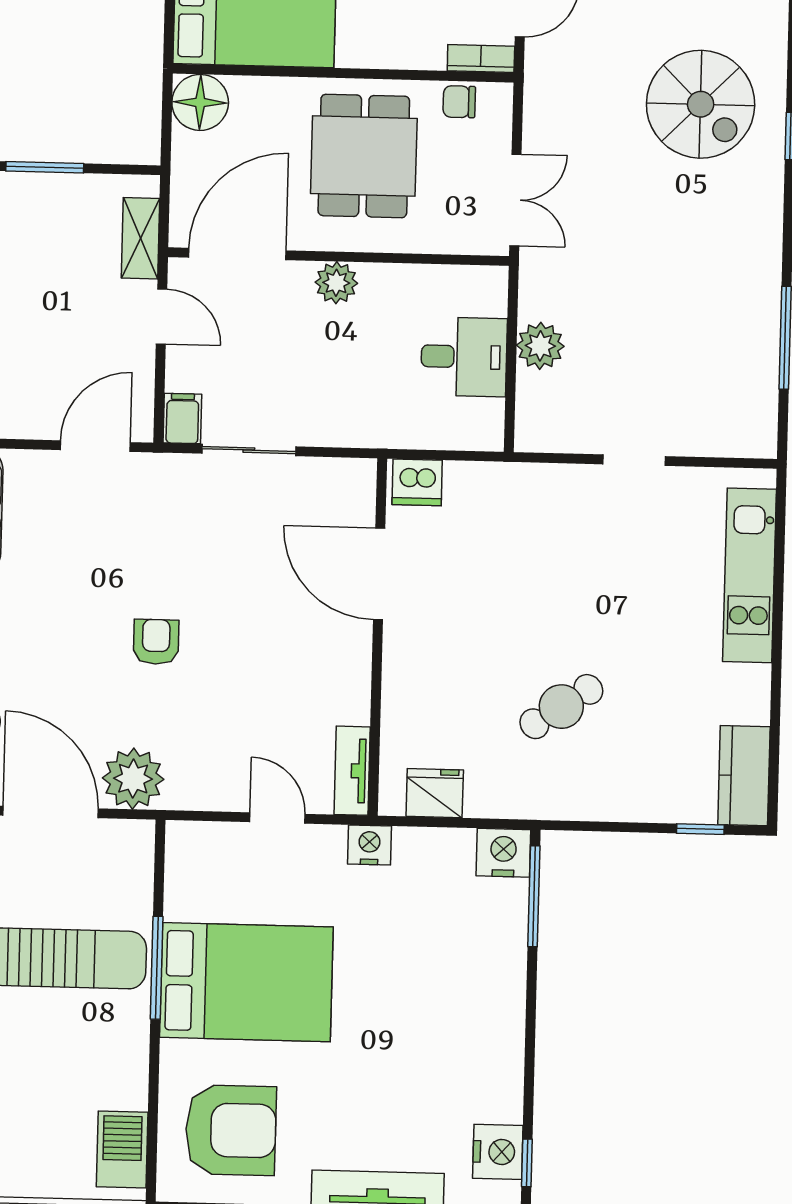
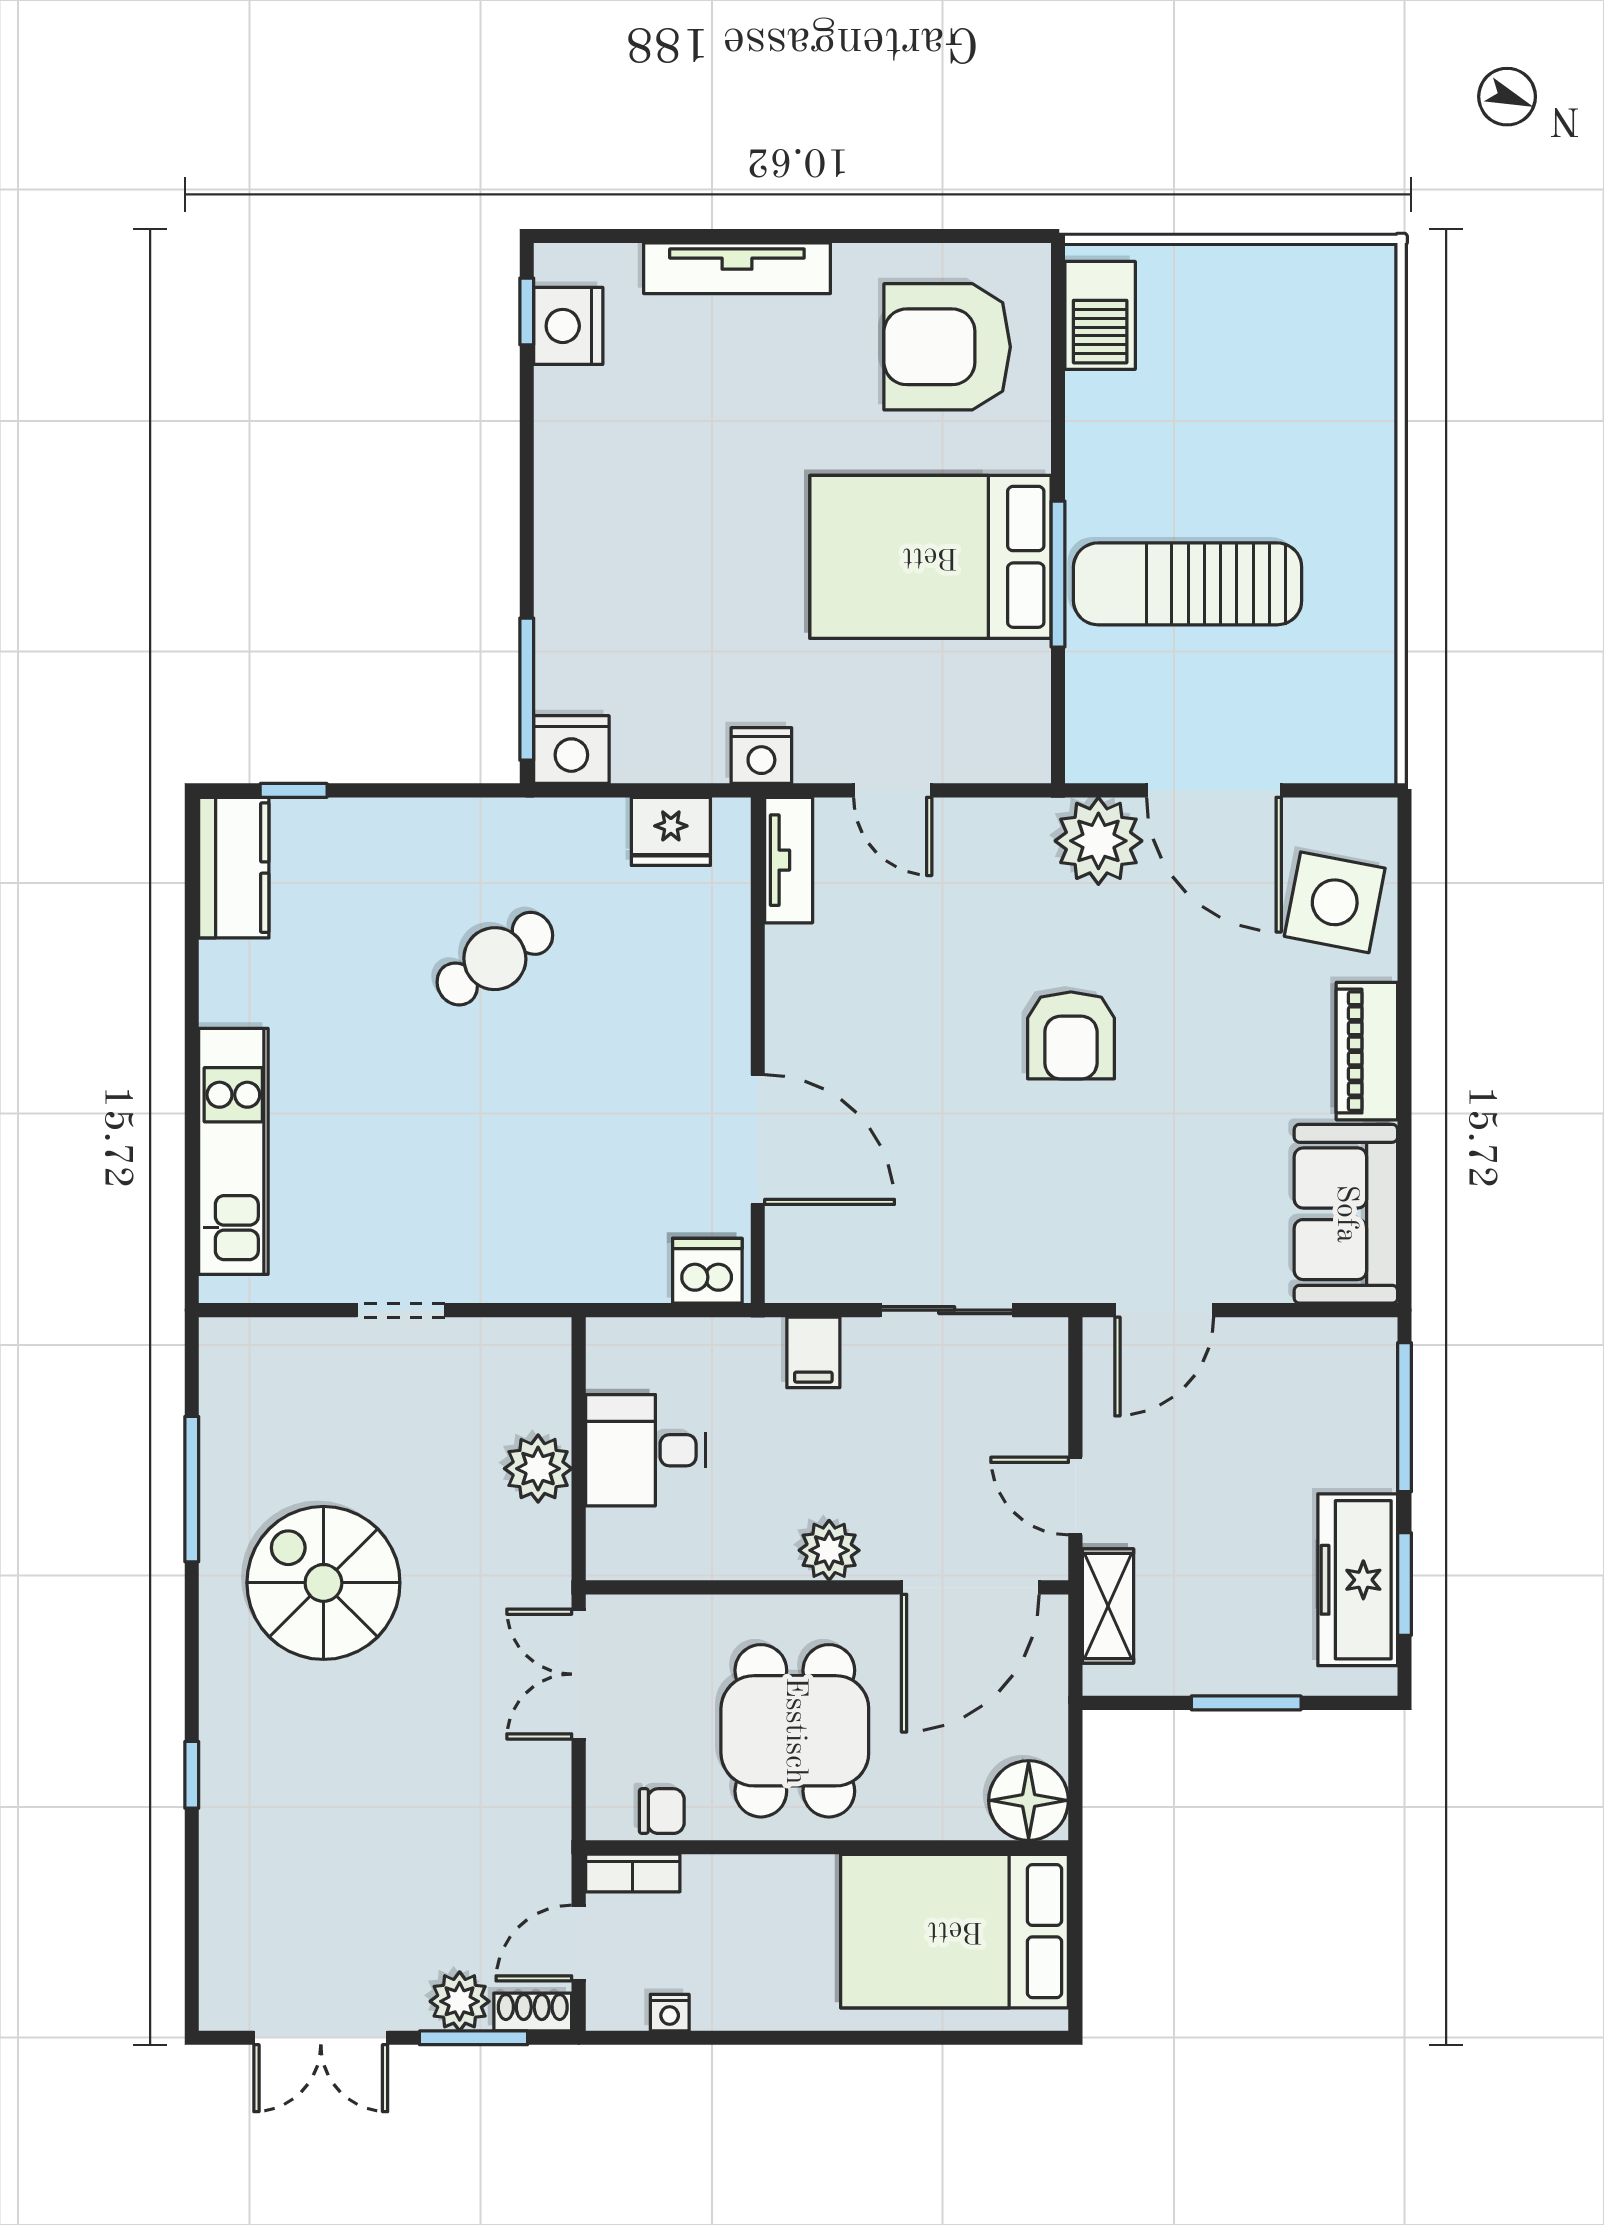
spiral stairs: (701, 104) -> (323, 1583), moved
filing cabinet: (182, 419) -> (813, 1352), moved
armchair: (156, 642) -> (1071, 1035), width x1.38, depth x1.38

